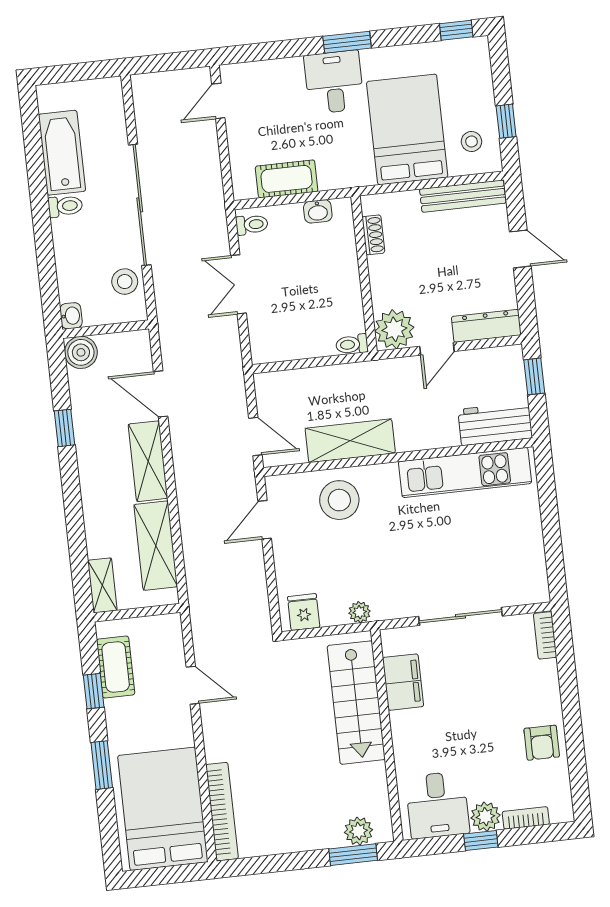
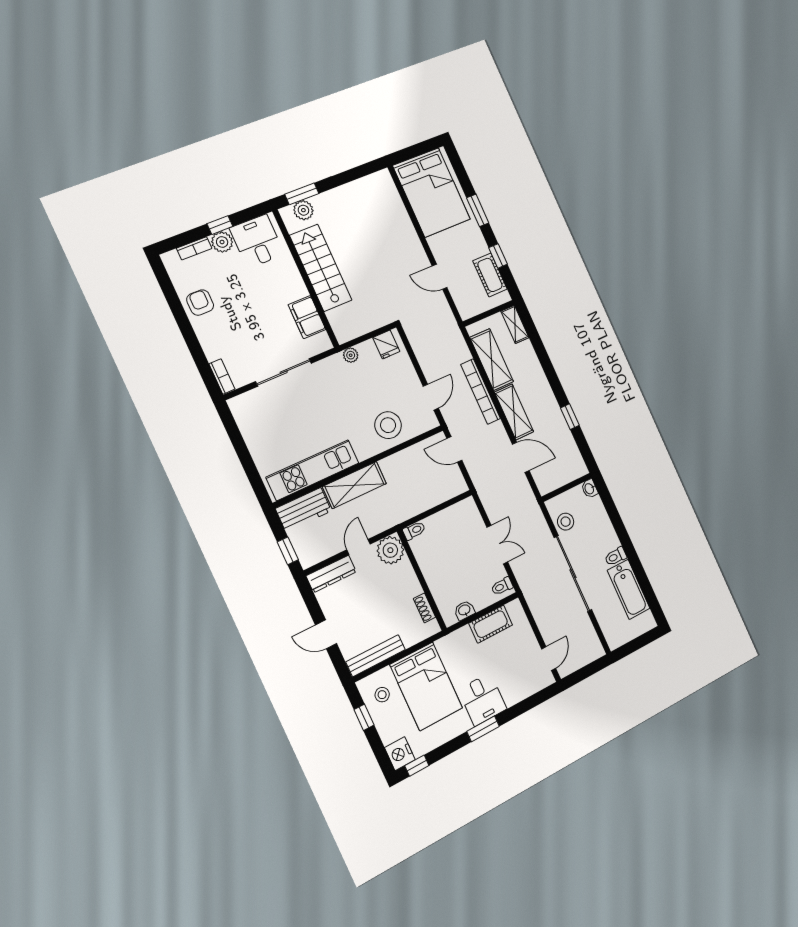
nightstand: (474, 55) -> (400, 754), added
boiler: (81, 352) -> (576, 468), removed
shelving: (350, 441) -> (354, 485), moved
stairs: (356, 703) -> (321, 268), moved
bookcase: (222, 812) -> (481, 392), moved

